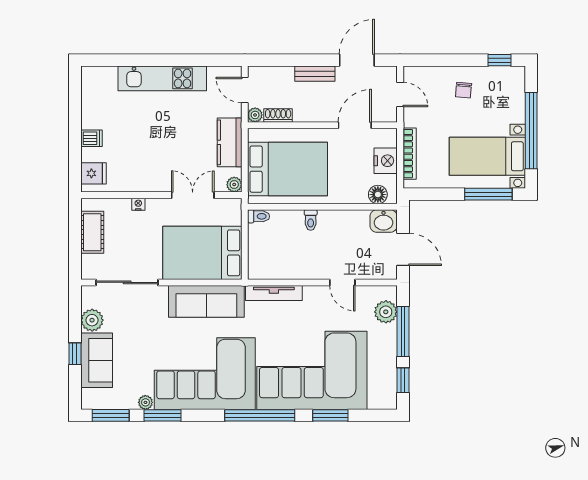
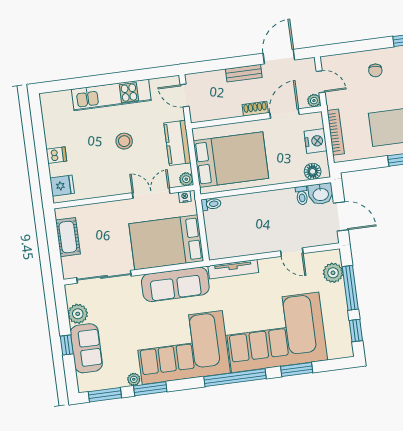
plant: (255, 115) -> (314, 101), moved
shoe rack: (278, 115) -> (255, 109), moved
stool: (170, 132) -> (124, 141), added
nightstand: (138, 204) -> (185, 197), moved
toilet: (311, 220) -> (302, 195), moved

